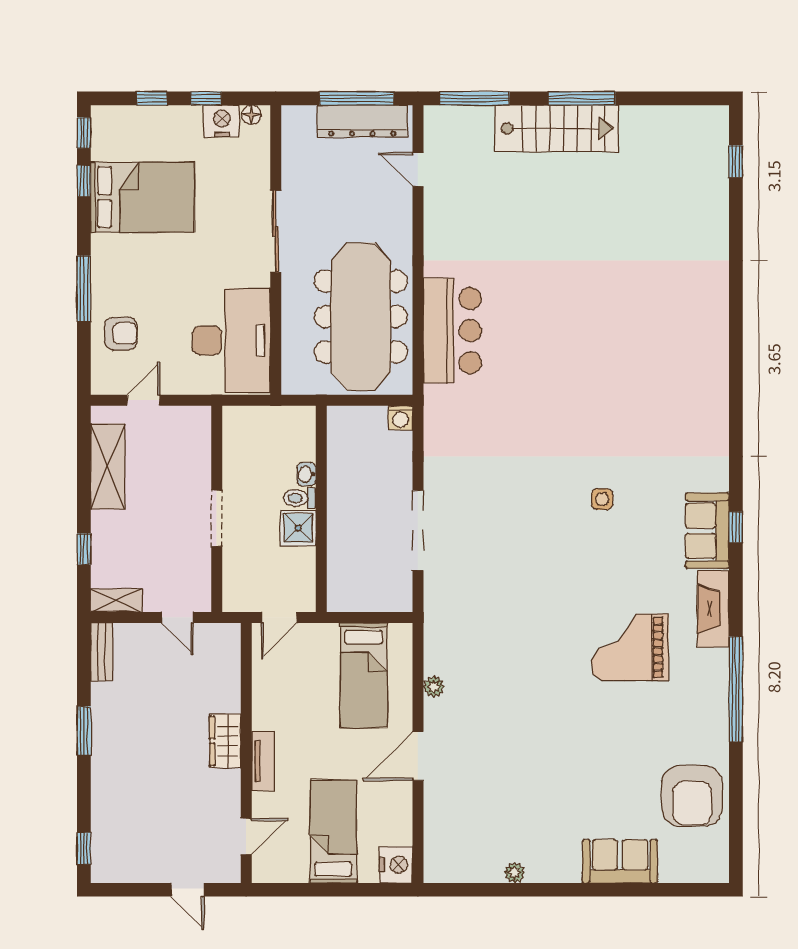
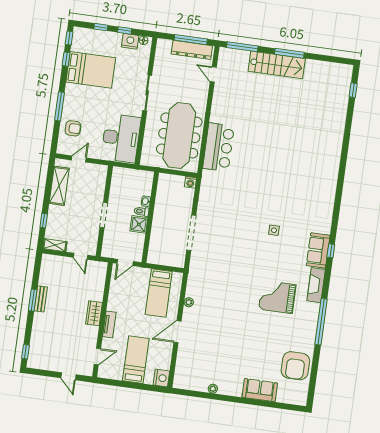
bench: (102, 652) -> (41, 299), moved

